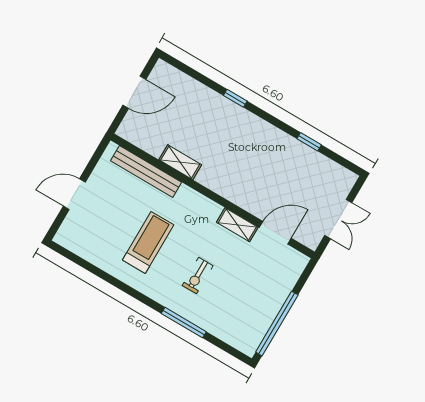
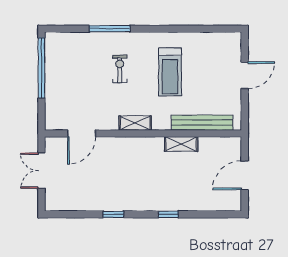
window: (309, 142) -> (113, 214), moved
shelving: (237, 225) -> (135, 123), moved

